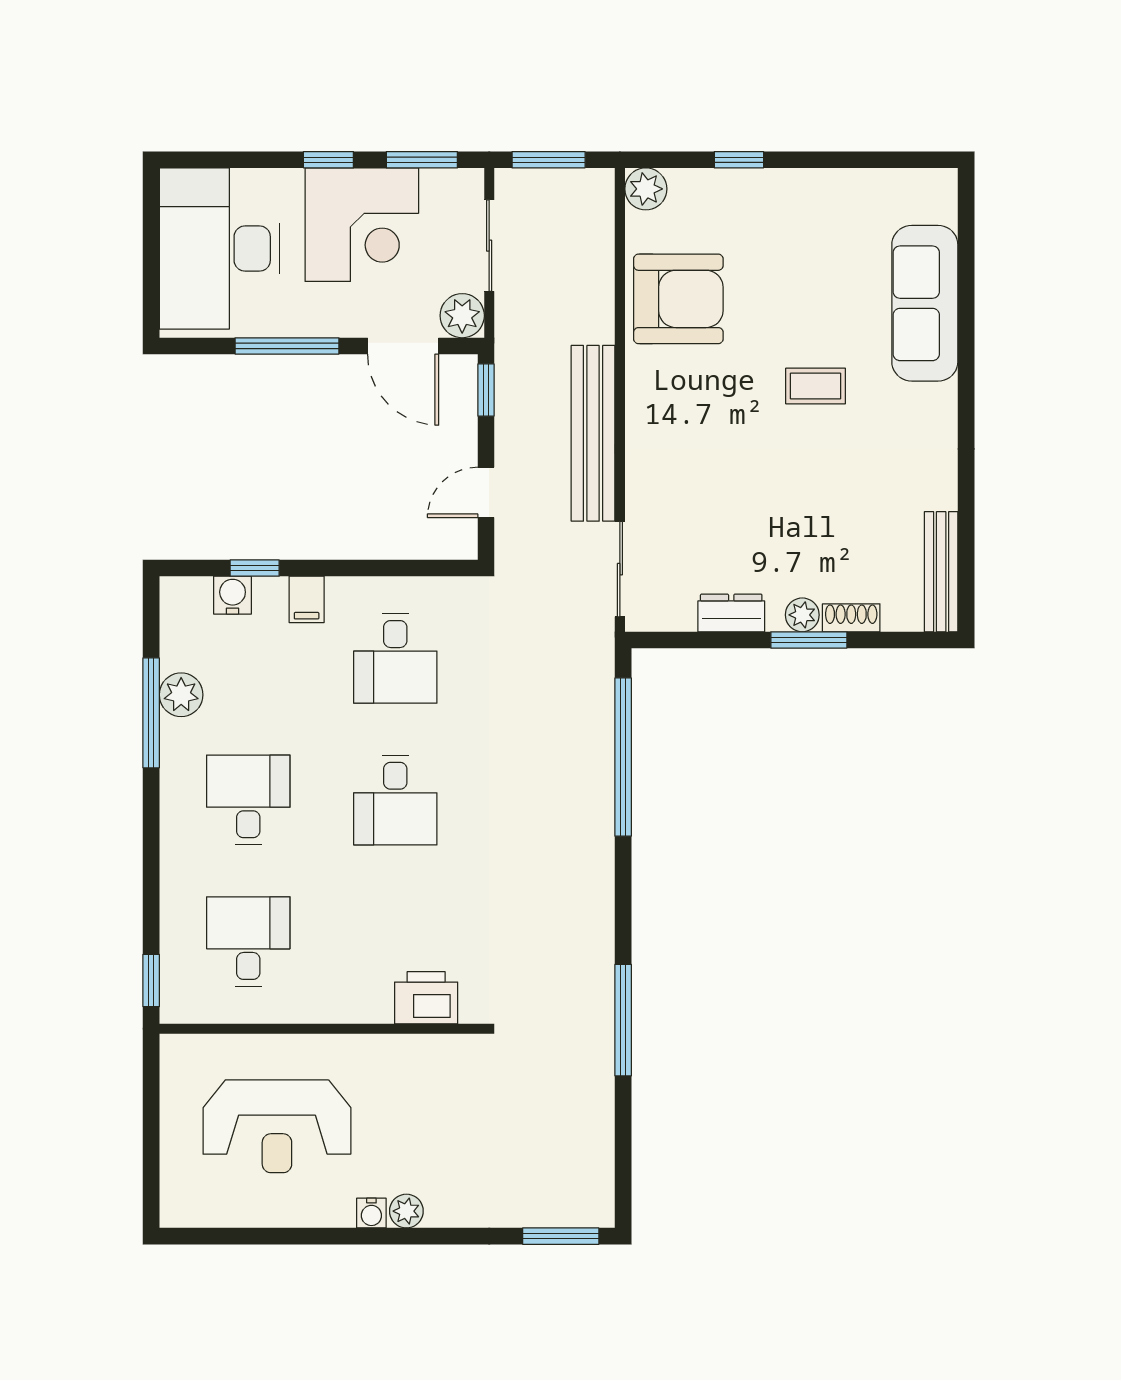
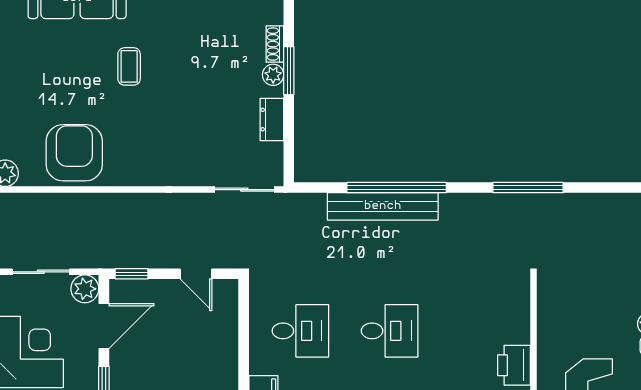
bench: (593, 433) -> (383, 206), moved
window: (623, 757) -> (397, 188), moved
printer: (426, 998) -> (514, 365), moved

